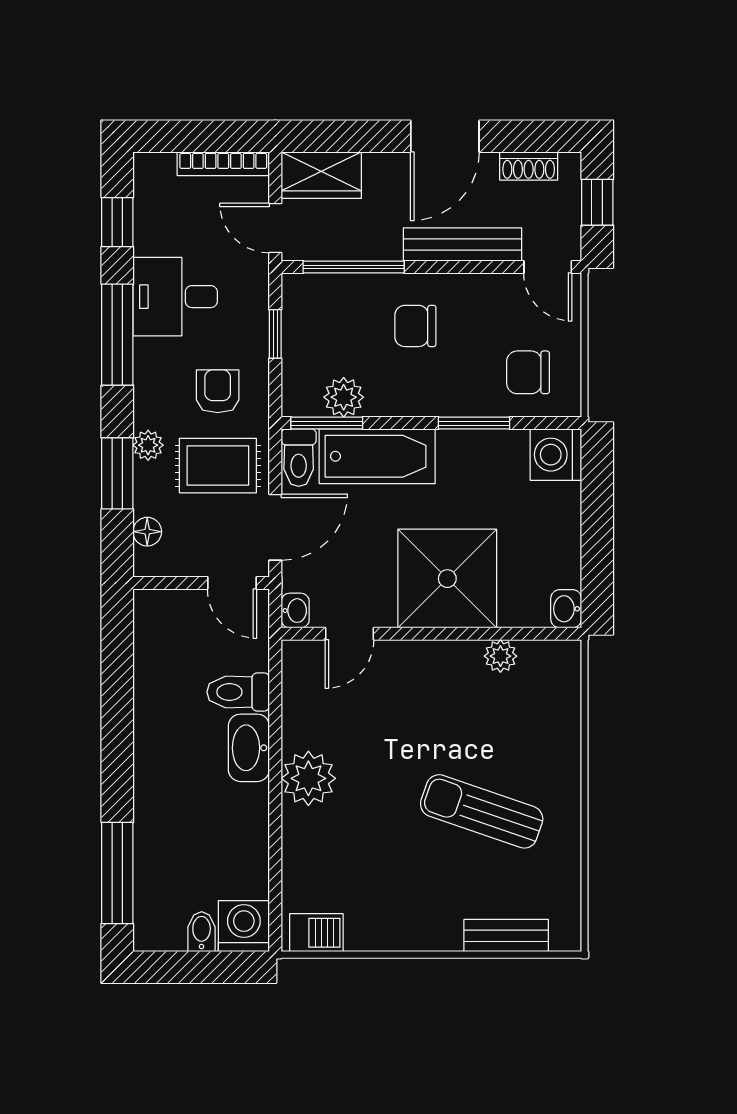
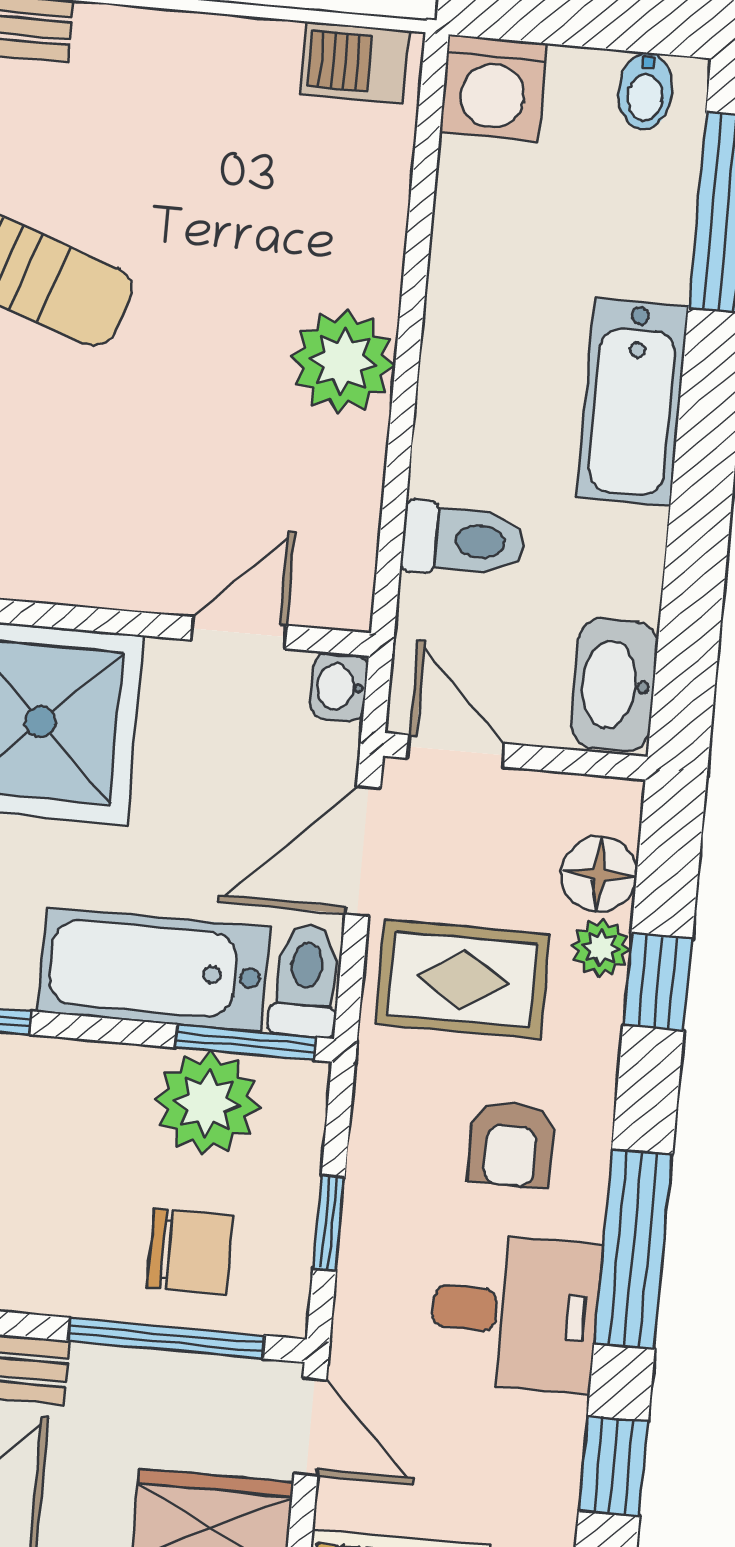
chair: (415, 326) -> (190, 1252), moved
armchair: (218, 391) -> (511, 1144), moved
plant: (344, 397) -> (207, 1103), width x1.36, depth x1.36
plant: (148, 445) -> (601, 948), moved
window: (117, 473) -> (658, 982), width x0.67
floor lamp: (147, 532) -> (599, 874), width x1.37, depth x1.37
washbasin: (249, 748) -> (614, 685), moved, turned 180
bathtub: (157, 771) -> (633, 402), added
bidet: (202, 932) -> (645, 91), moved

